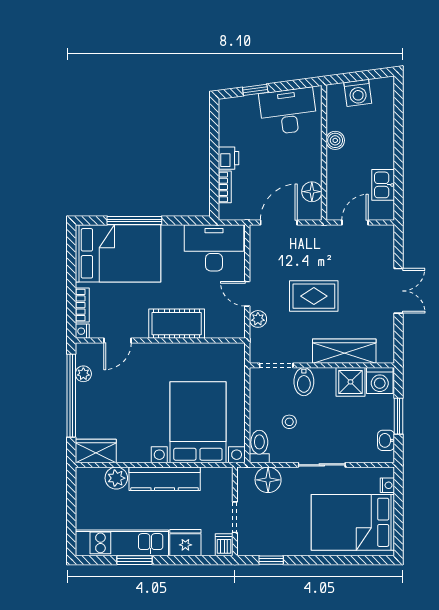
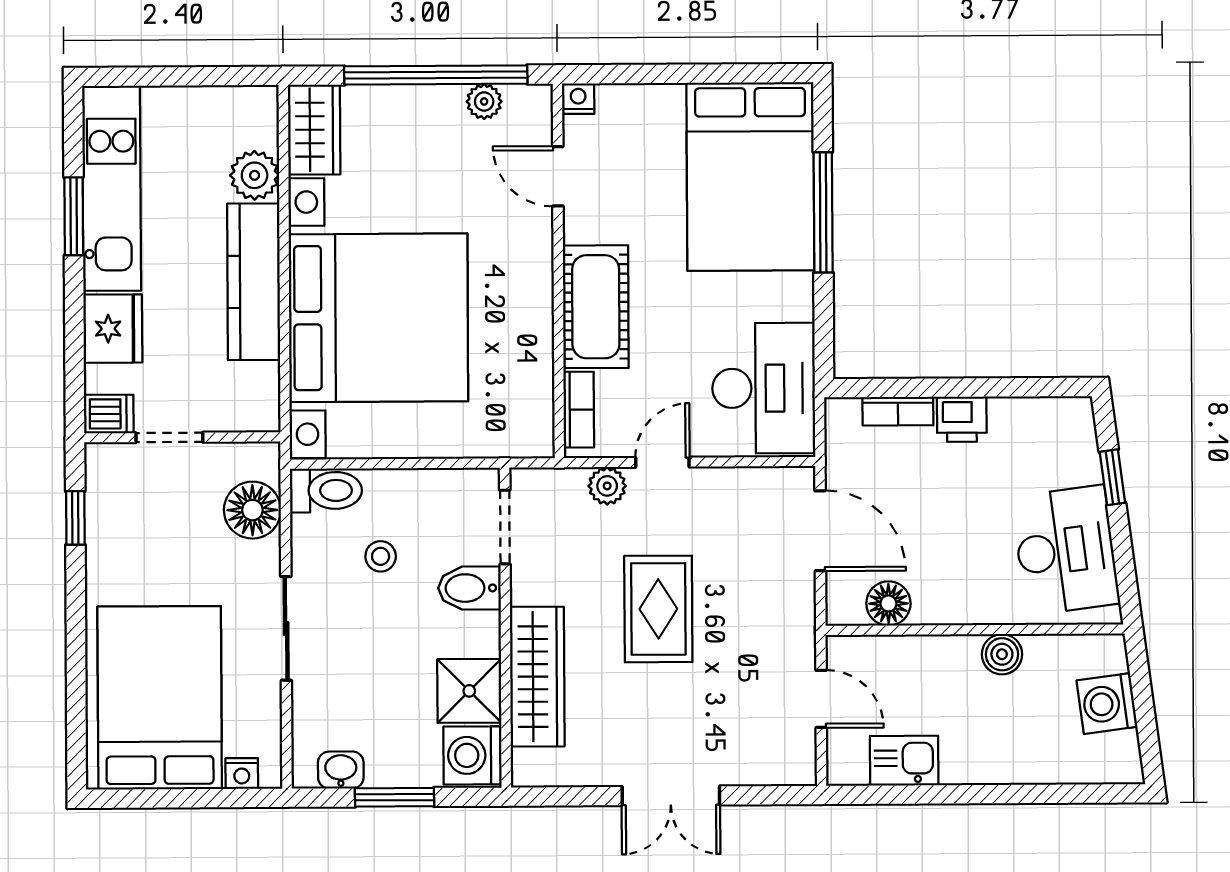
bookcase: (82, 305) -> (579, 410), moved, turned -90
bed with nightstands: (198, 422) -> (378, 318), width x1.36

